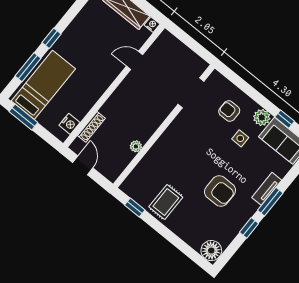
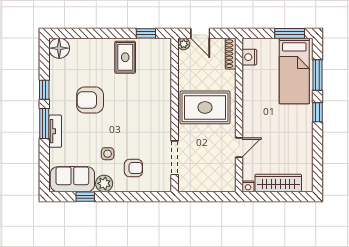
rug: (136, 113) -> (205, 107), added
shoe rack: (91, 127) -> (231, 54), moved
plant: (136, 146) -> (184, 44), moved
door: (83, 165) -> (200, 33), moved

